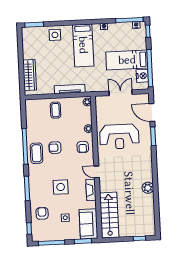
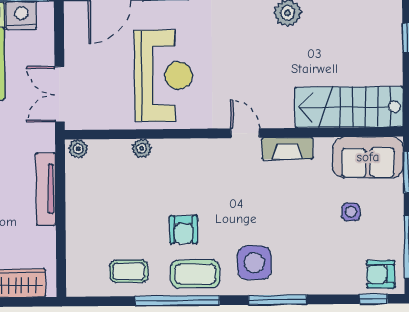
double door: (121, 93) -> (60, 94), moved
coffee table: (56, 110) -> (129, 271), moved
armchair: (83, 147) -> (185, 164), removed
door: (97, 172) -> (245, 133), swing flipped
side table: (61, 187) -> (254, 263), moved
armchair: (42, 213) -> (381, 274), moved

